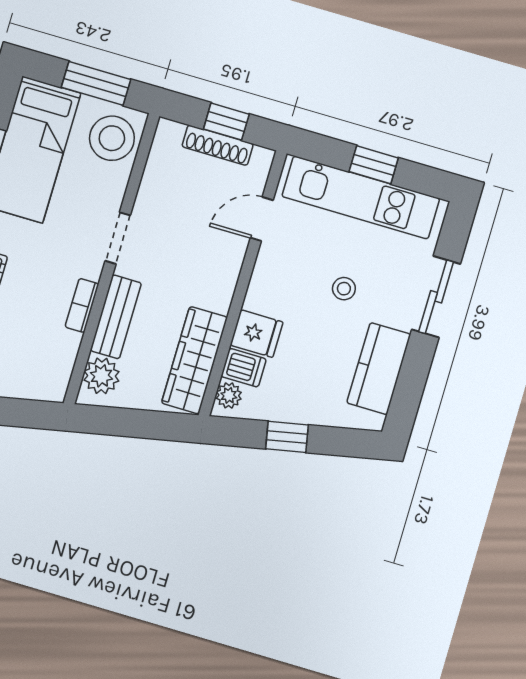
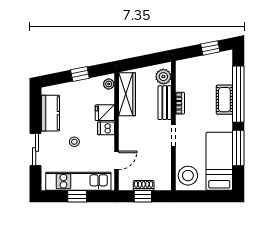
window: (96, 83) -> (201, 196), removed
shoe rack: (218, 145) -> (144, 185), width x0.70
dishwasher: (244, 368) -> (106, 128), moved

